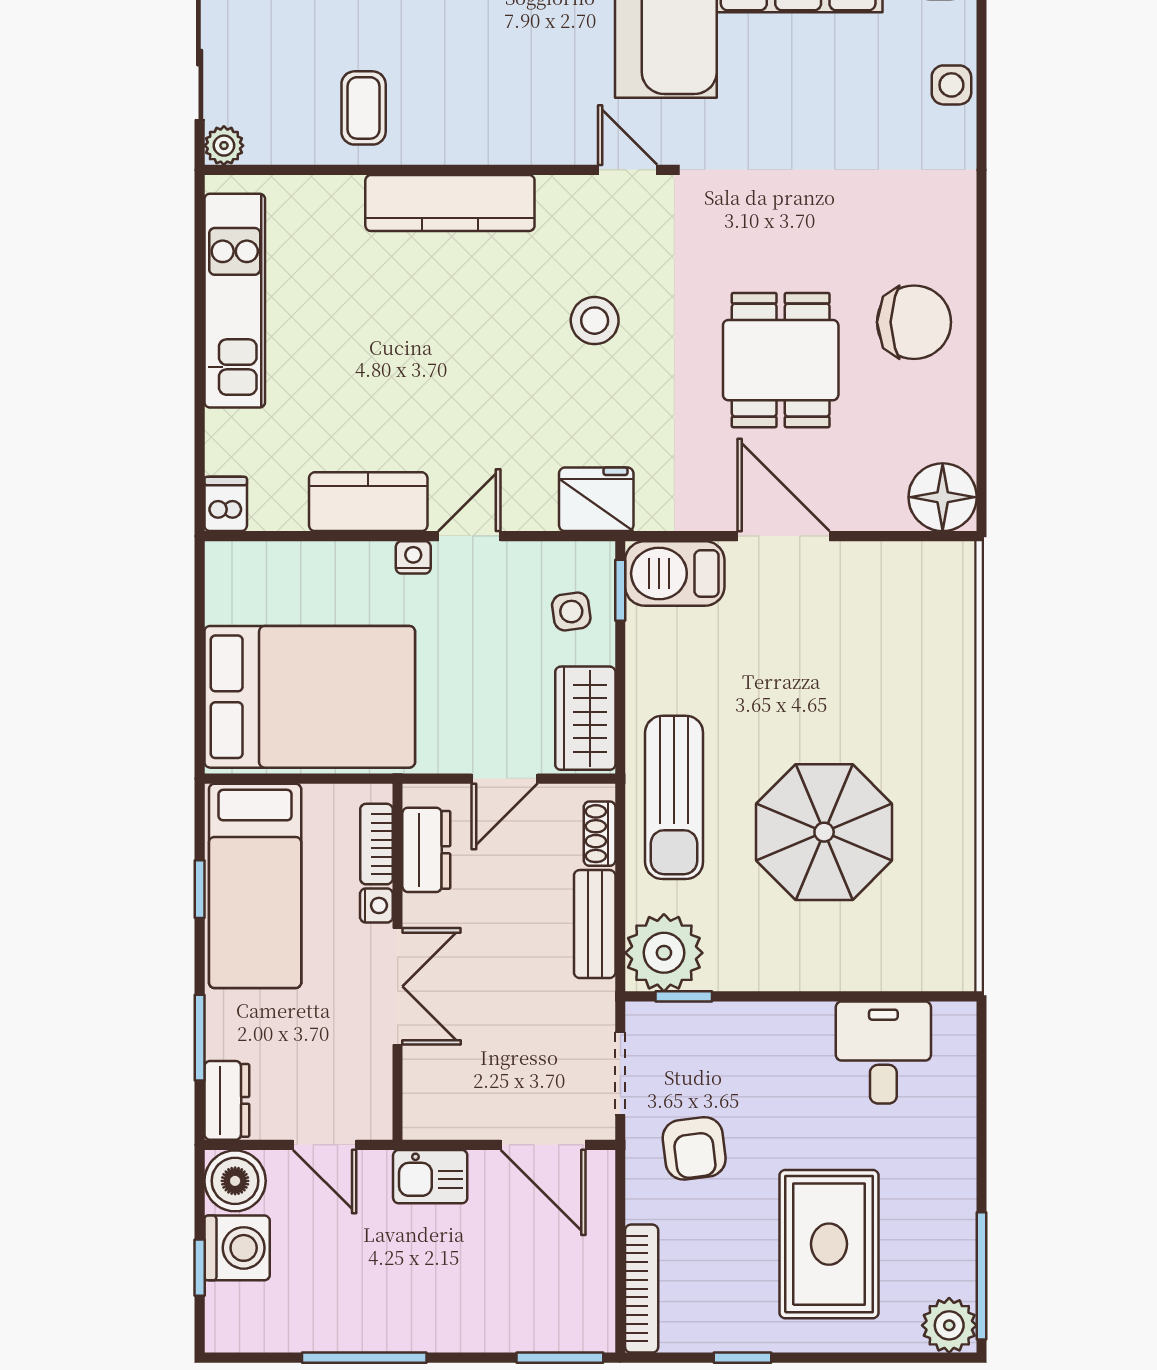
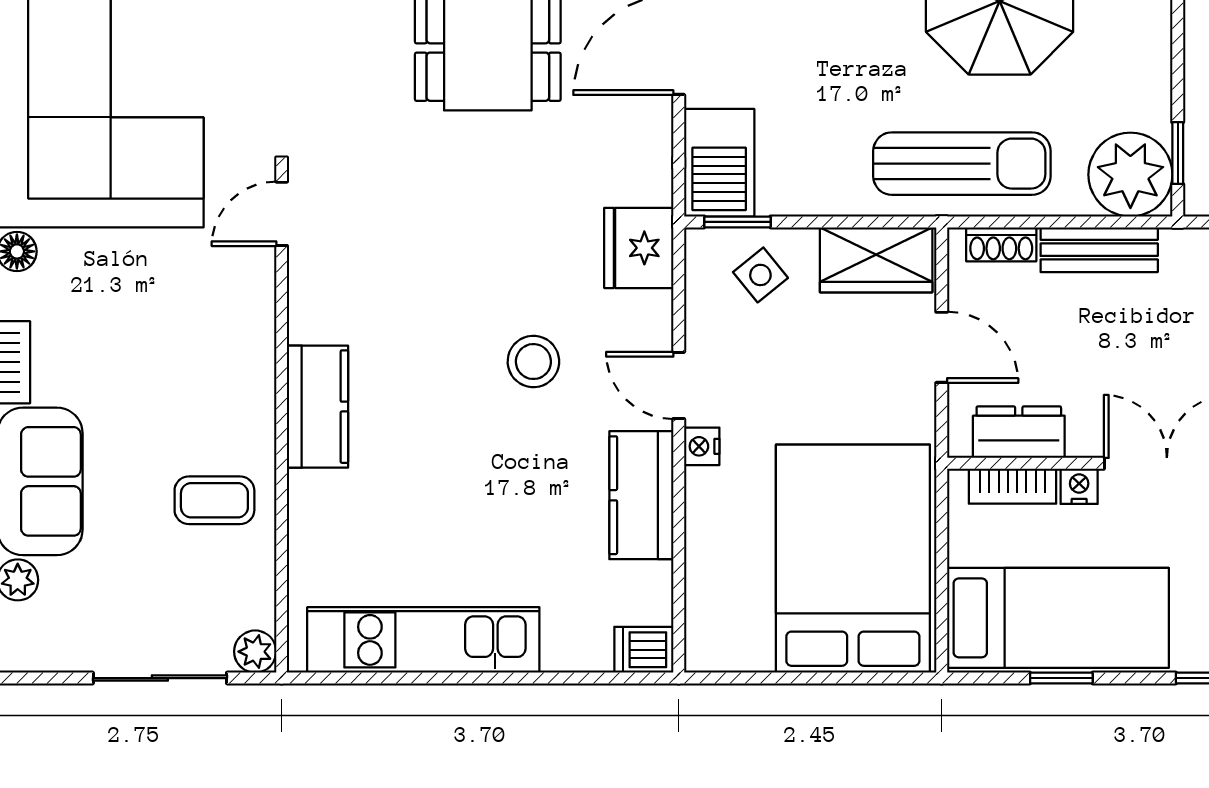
kitchen counter: (450, 203) -> (318, 407), width x0.67
stool: (595, 321) -> (533, 362), moved
side table: (571, 612) -> (760, 275), turned -31

